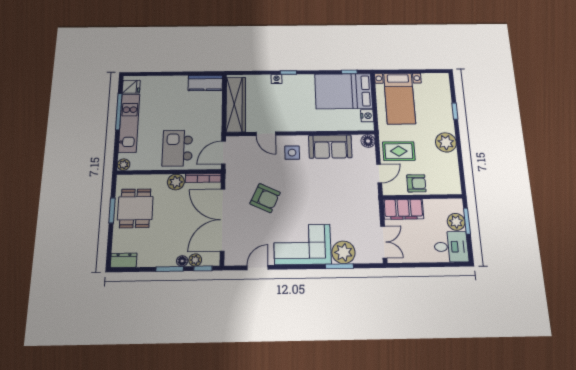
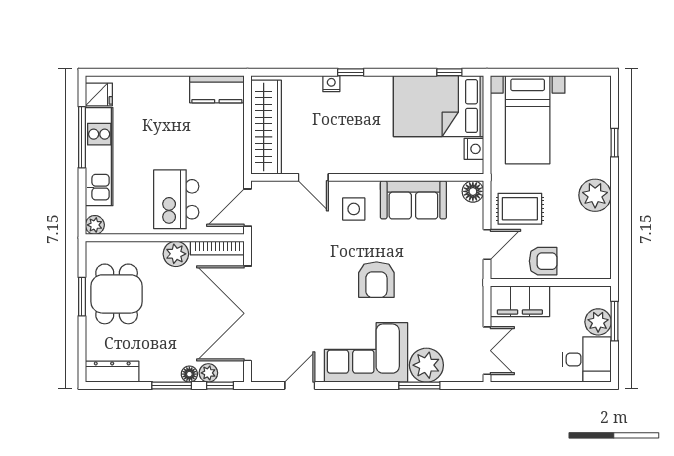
armchair: (265, 198) -> (376, 280), moved, turned 65
dresser: (124, 260) -> (112, 372), width x1.44

